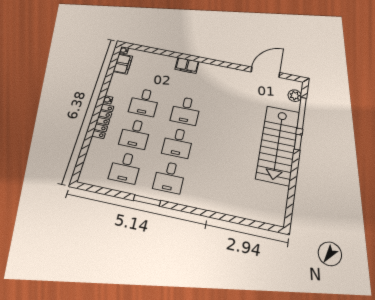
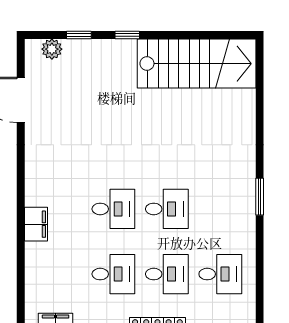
window: (302, 113) -> (79, 35), width x0.46
stairs: (278, 145) -> (197, 64), moved
desk: (169, 177) -> (220, 209), removed
window: (147, 200) -> (260, 197), moved

